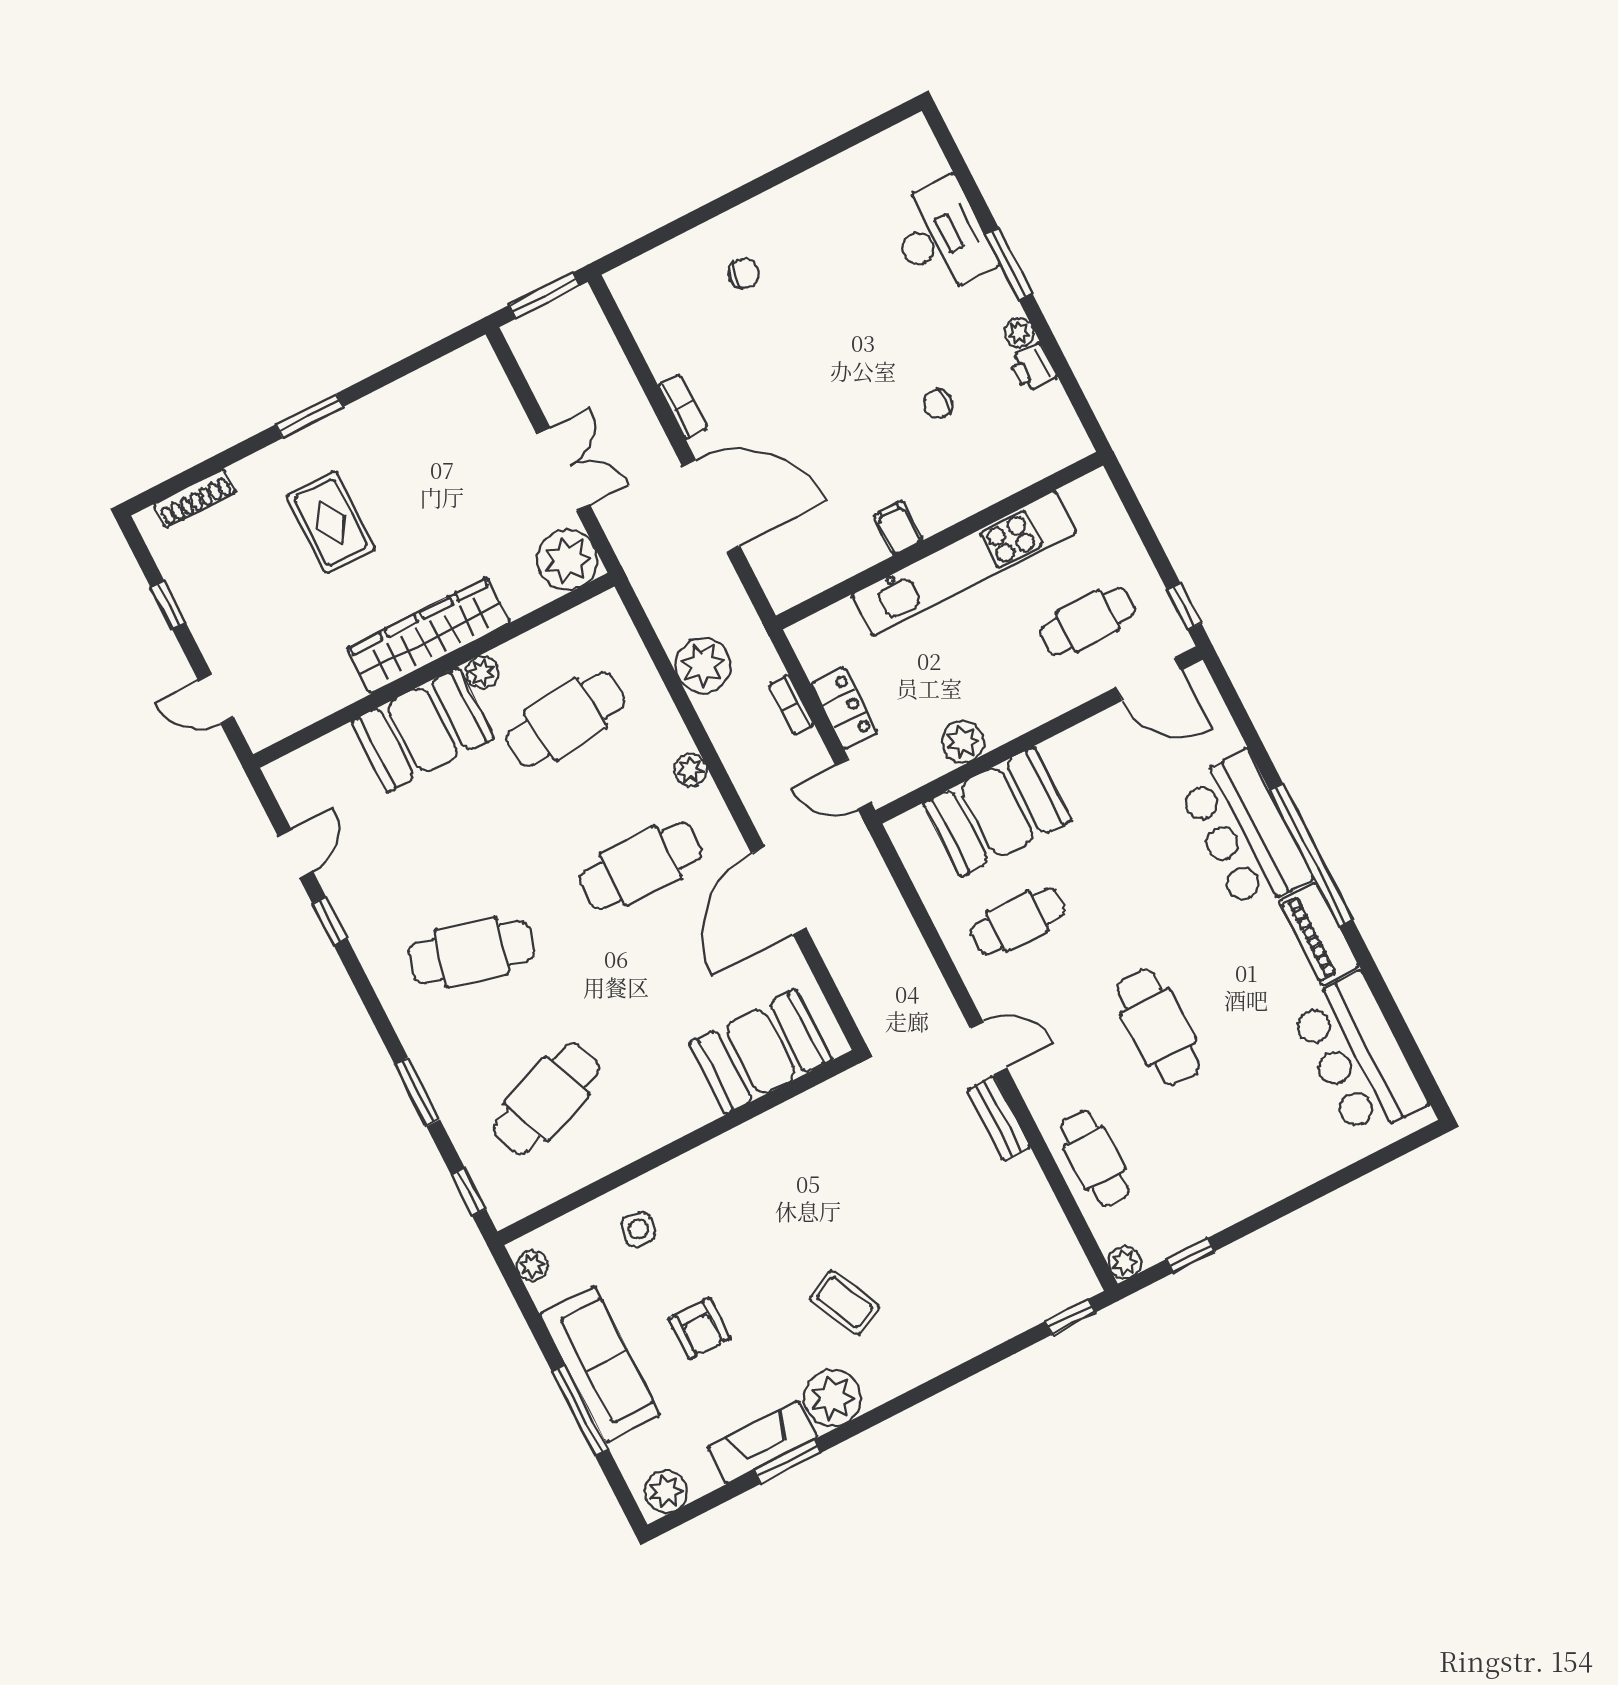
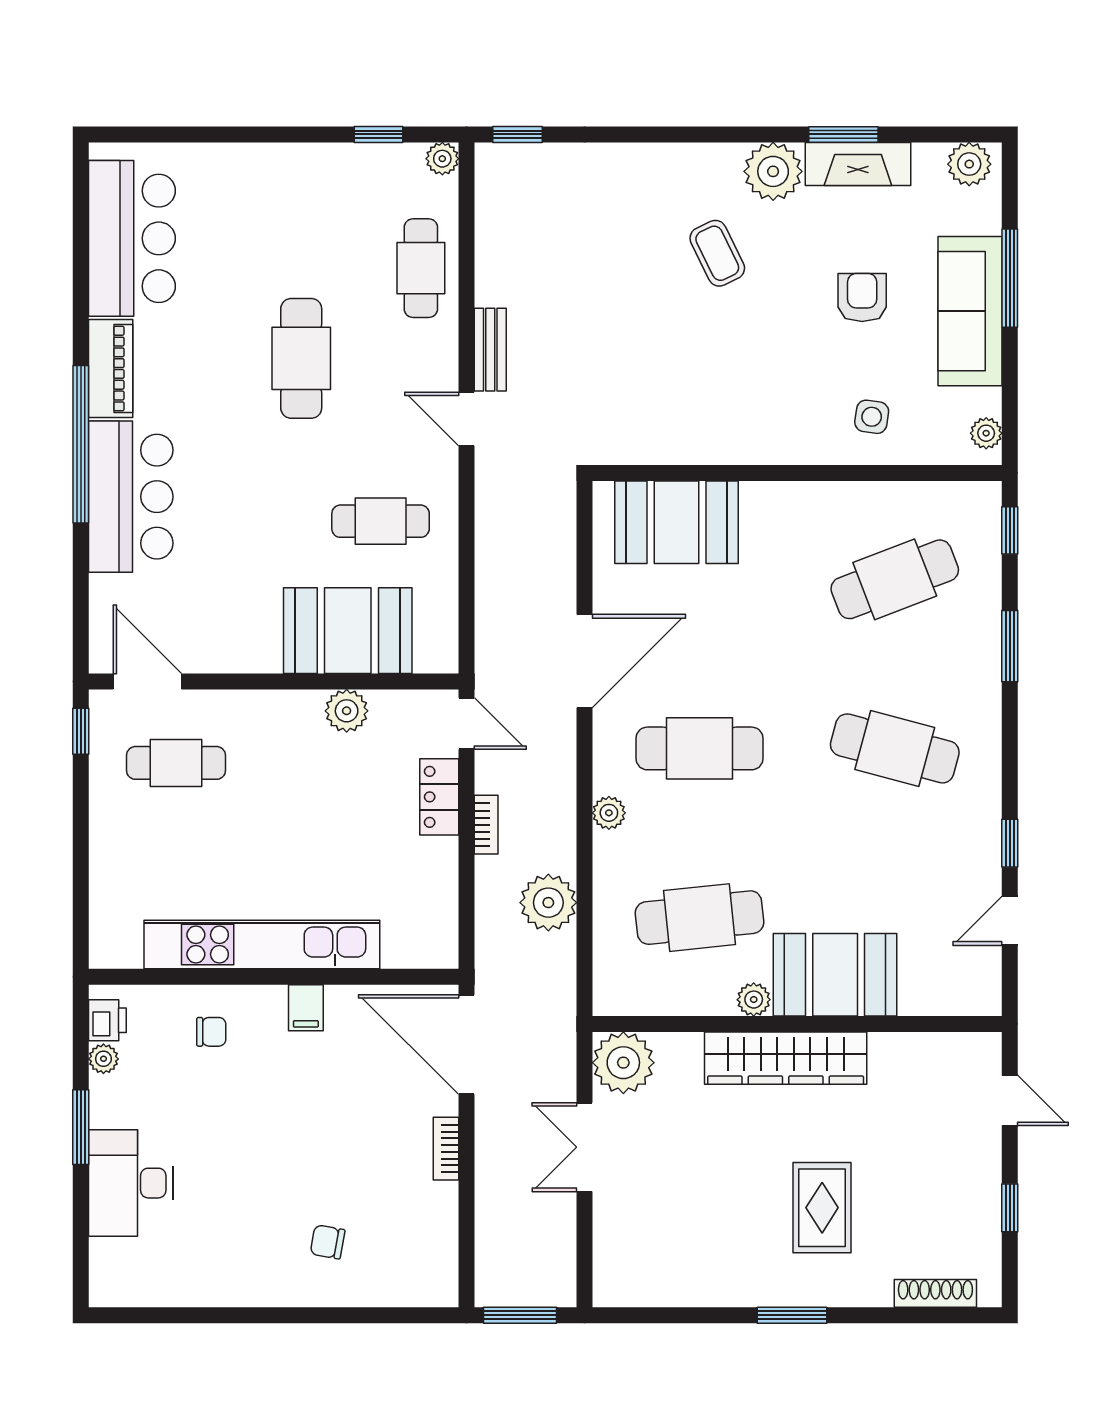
filing cabinet: (898, 528) -> (306, 1008), moved
wall: (940, 541) -> (274, 977), moved
kitchen unit: (964, 563) -> (262, 944), moved

